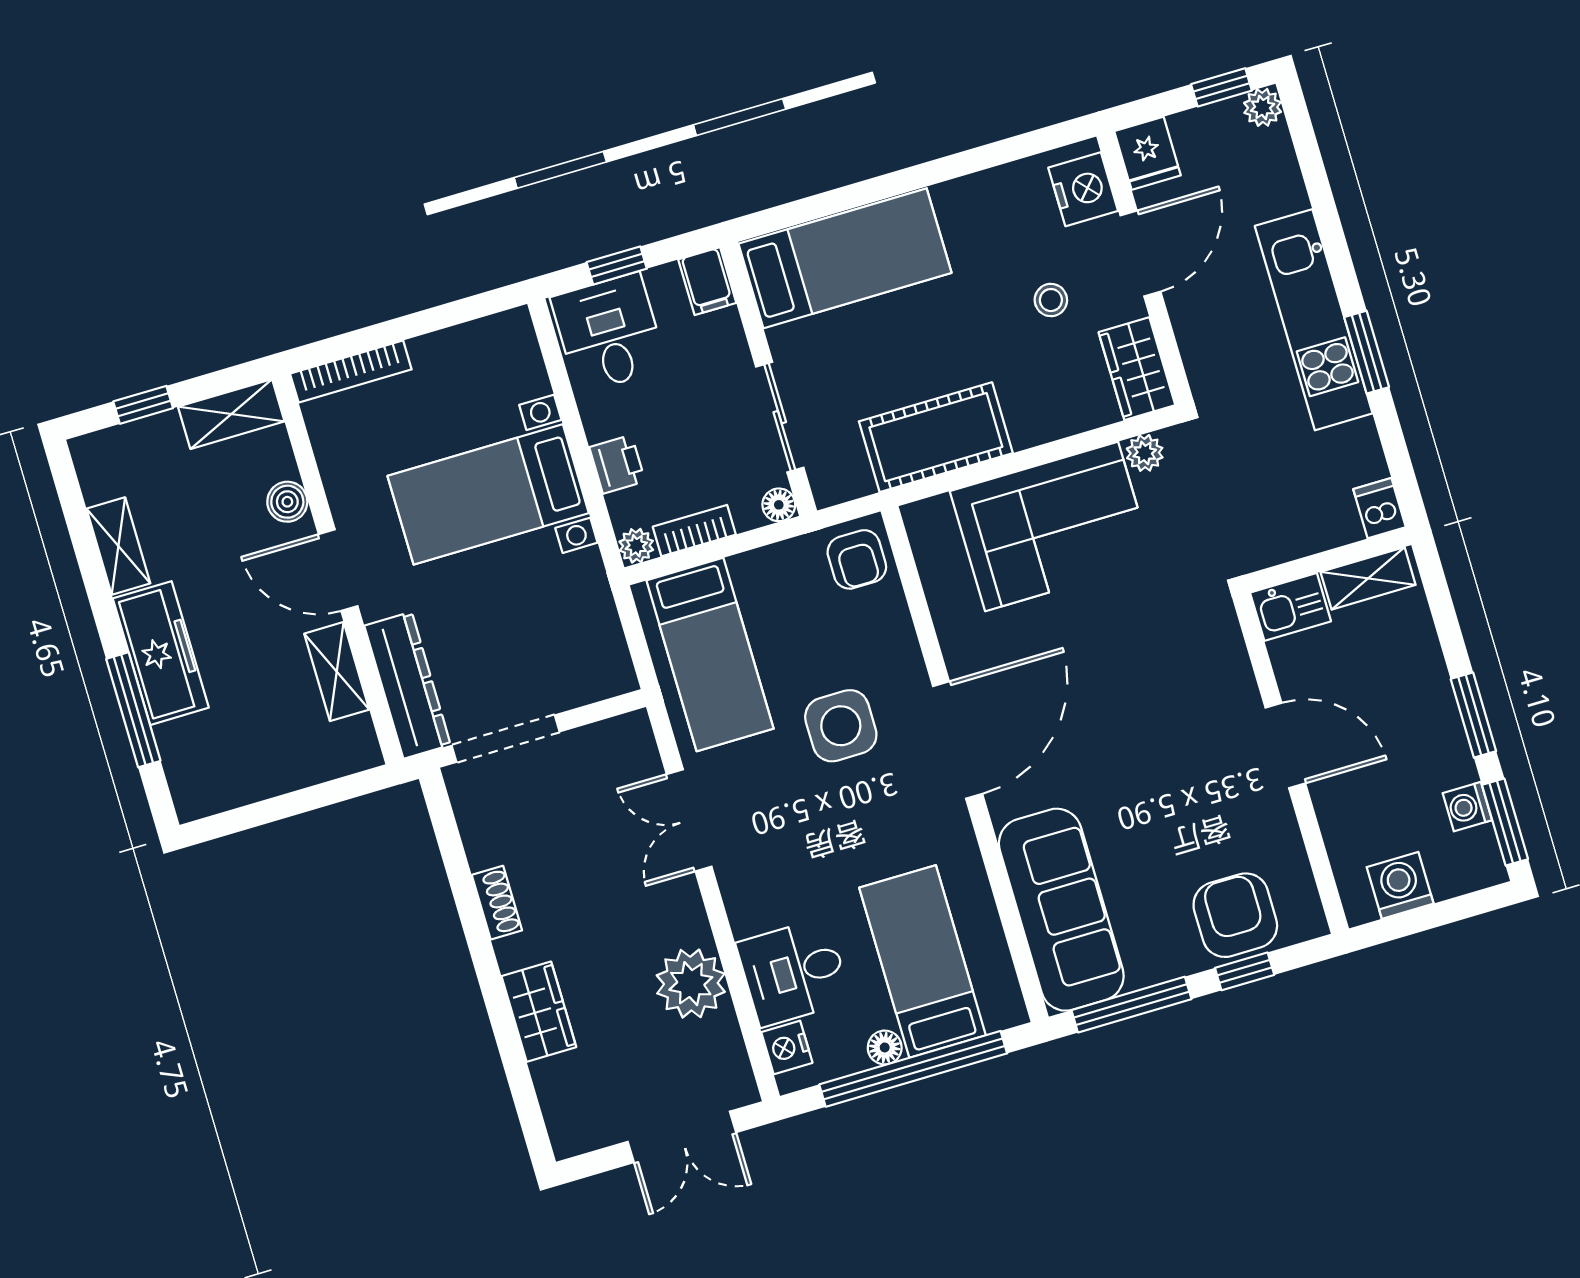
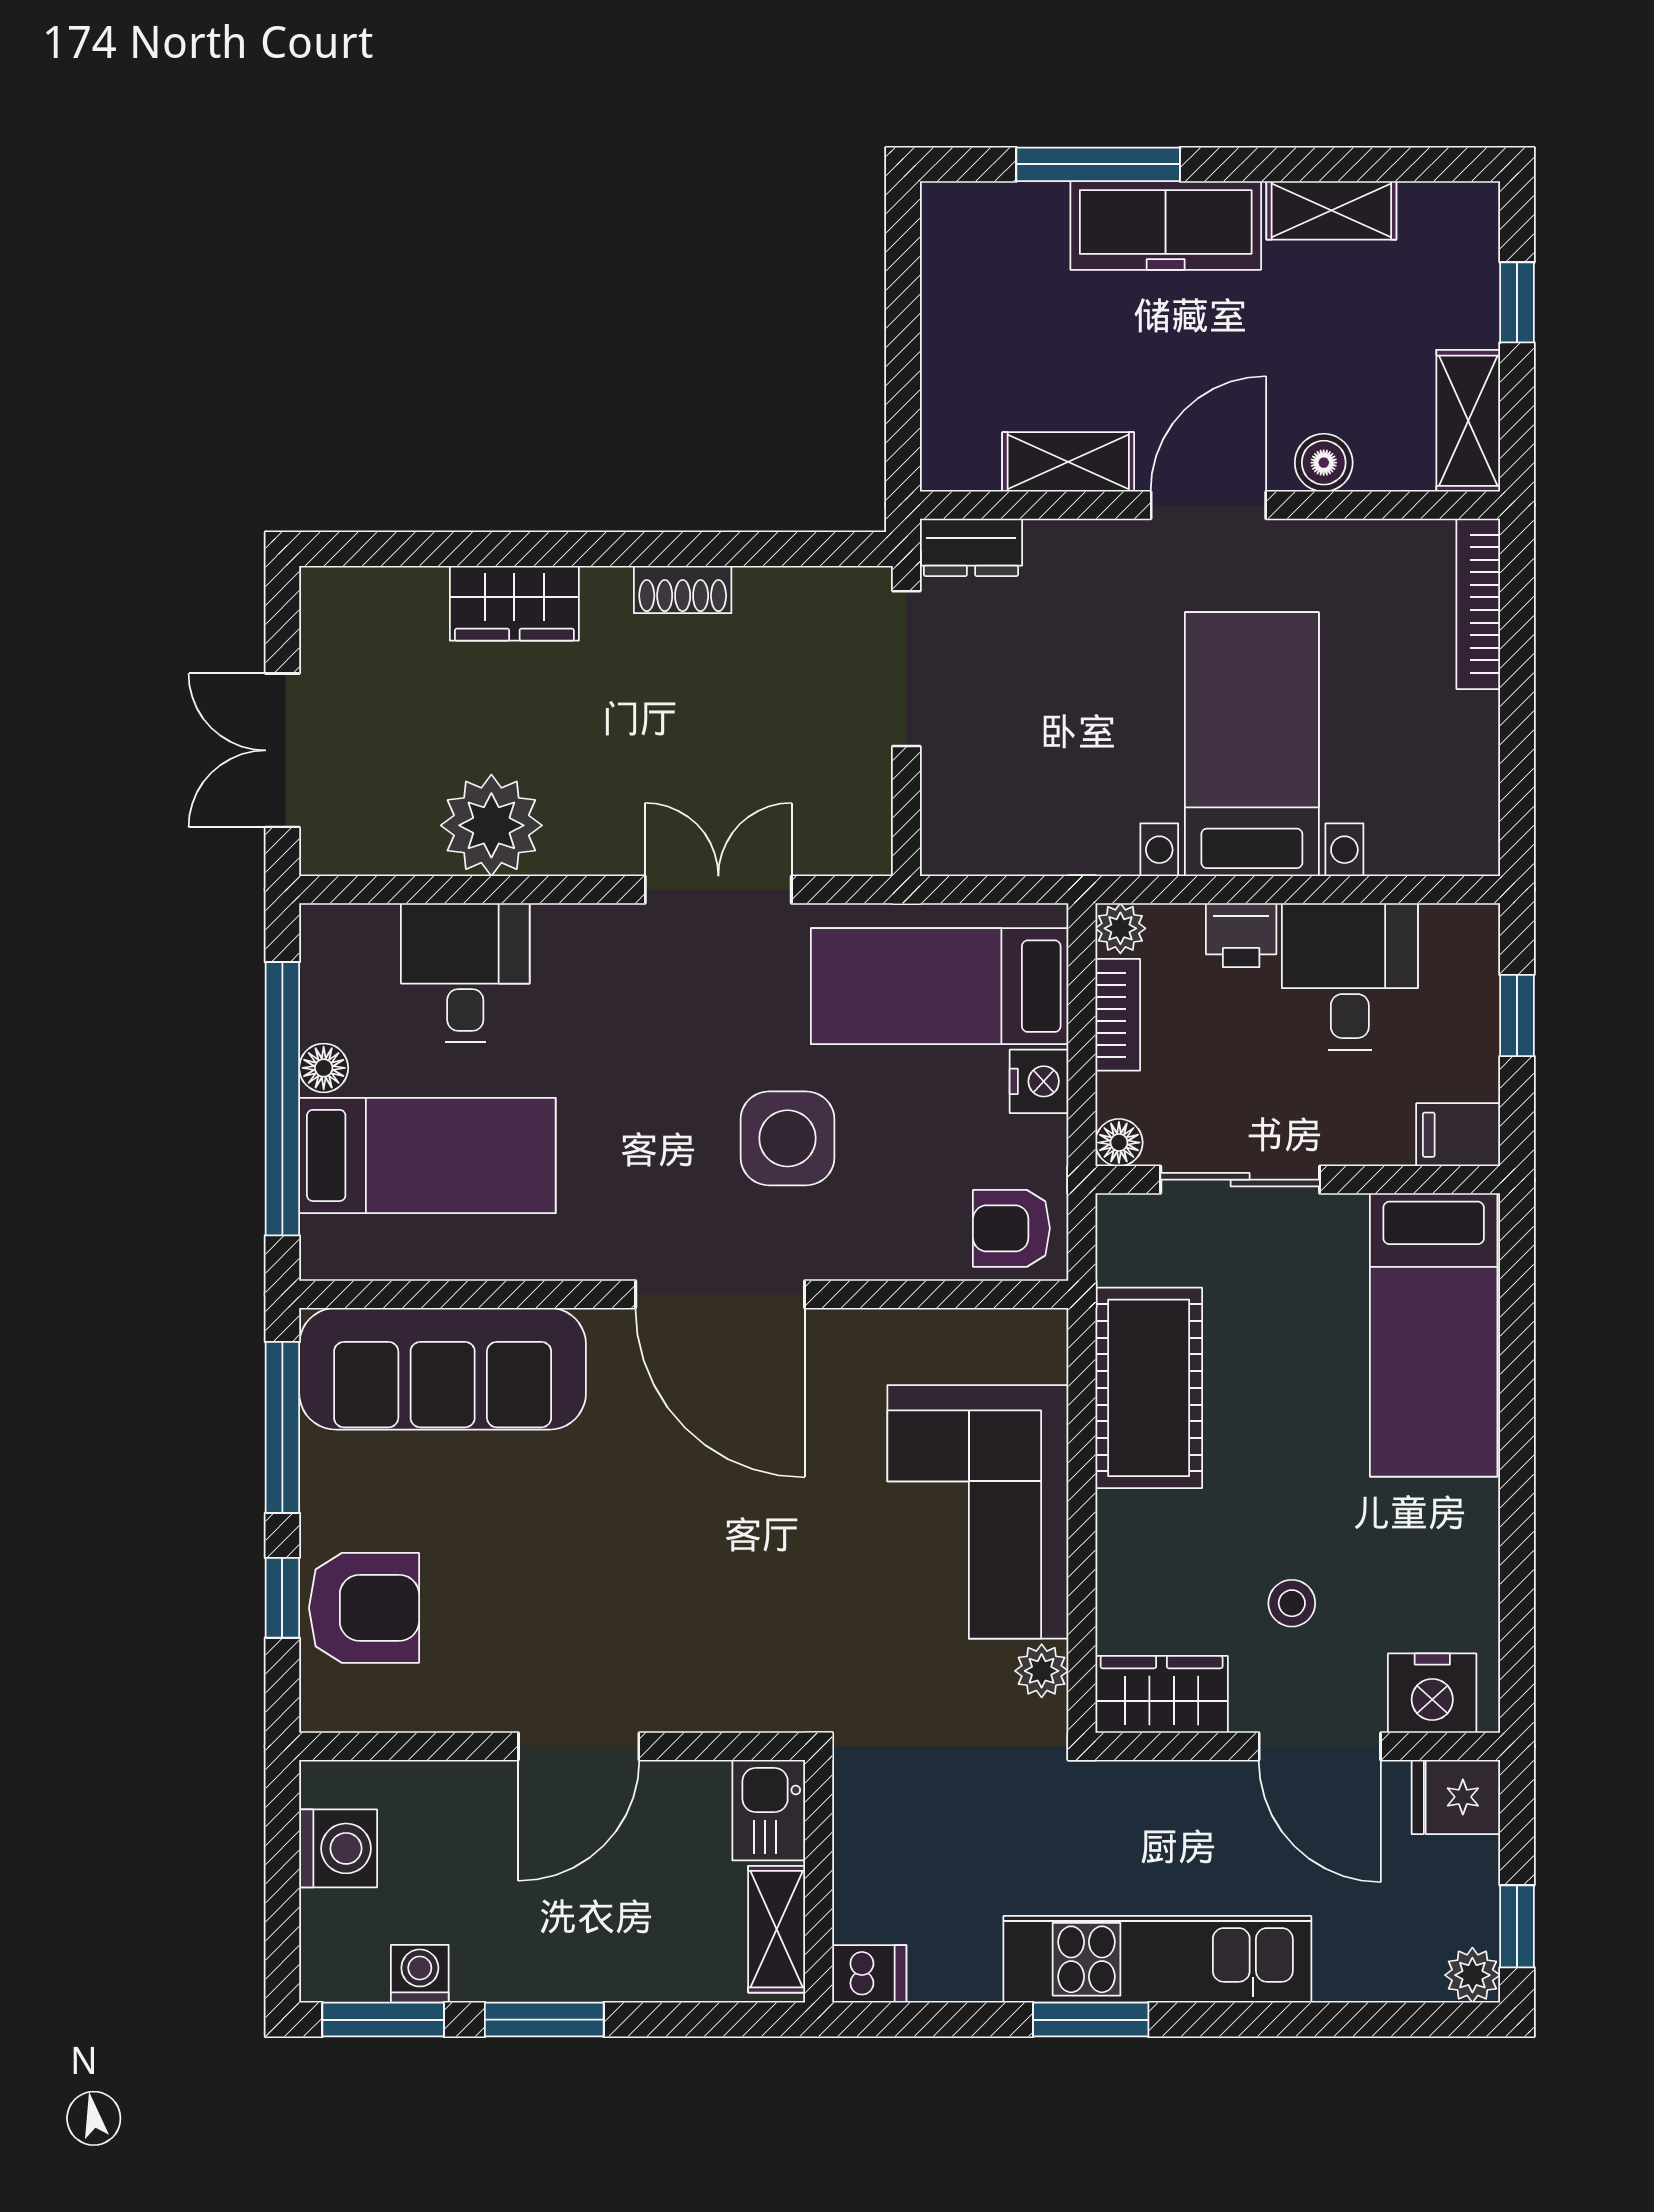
desk: (609, 333) -> (1350, 976), moved, turned -90
dresser: (408, 685) -> (971, 547), width x0.51, depth x0.80
nightstand: (787, 1047) -> (1039, 1081), moved, turned 90

